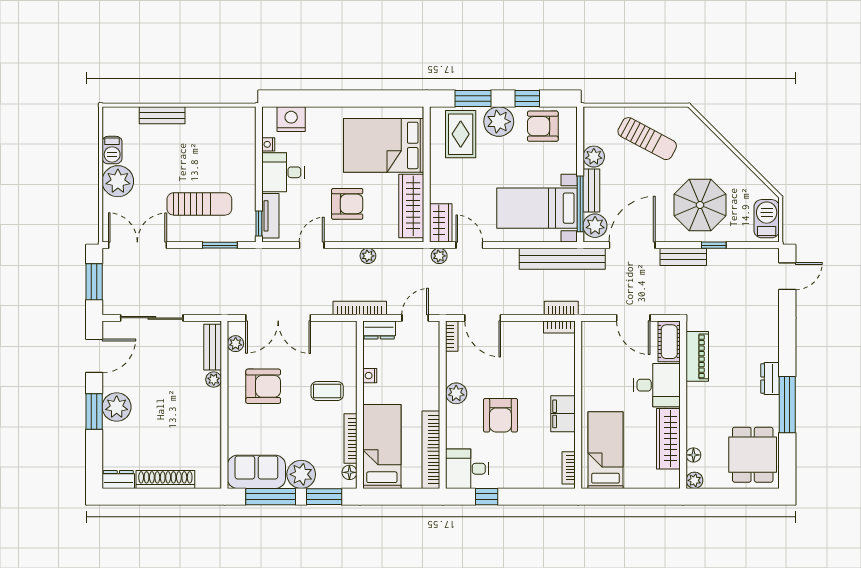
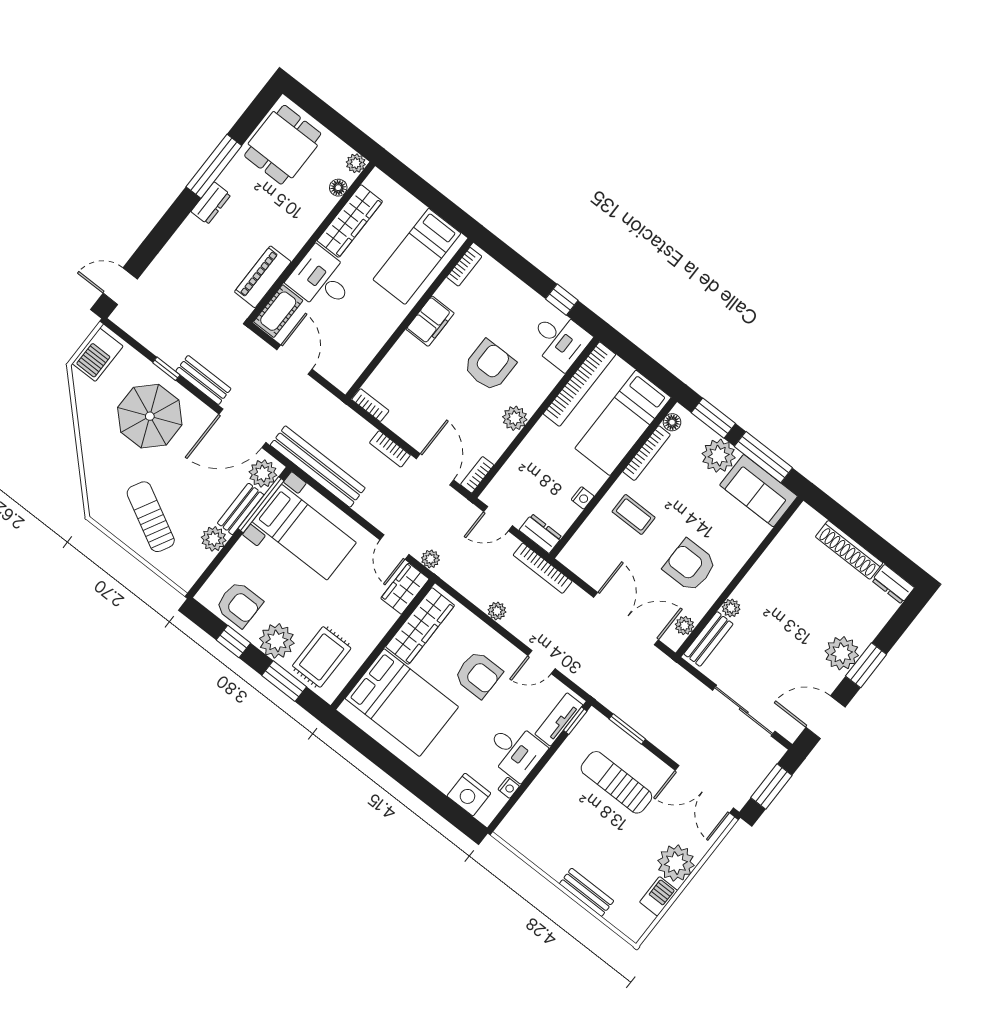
armchair: (347, 204) -> (478, 675), turned 180
bookcase: (561, 308) -> (390, 449), moved

